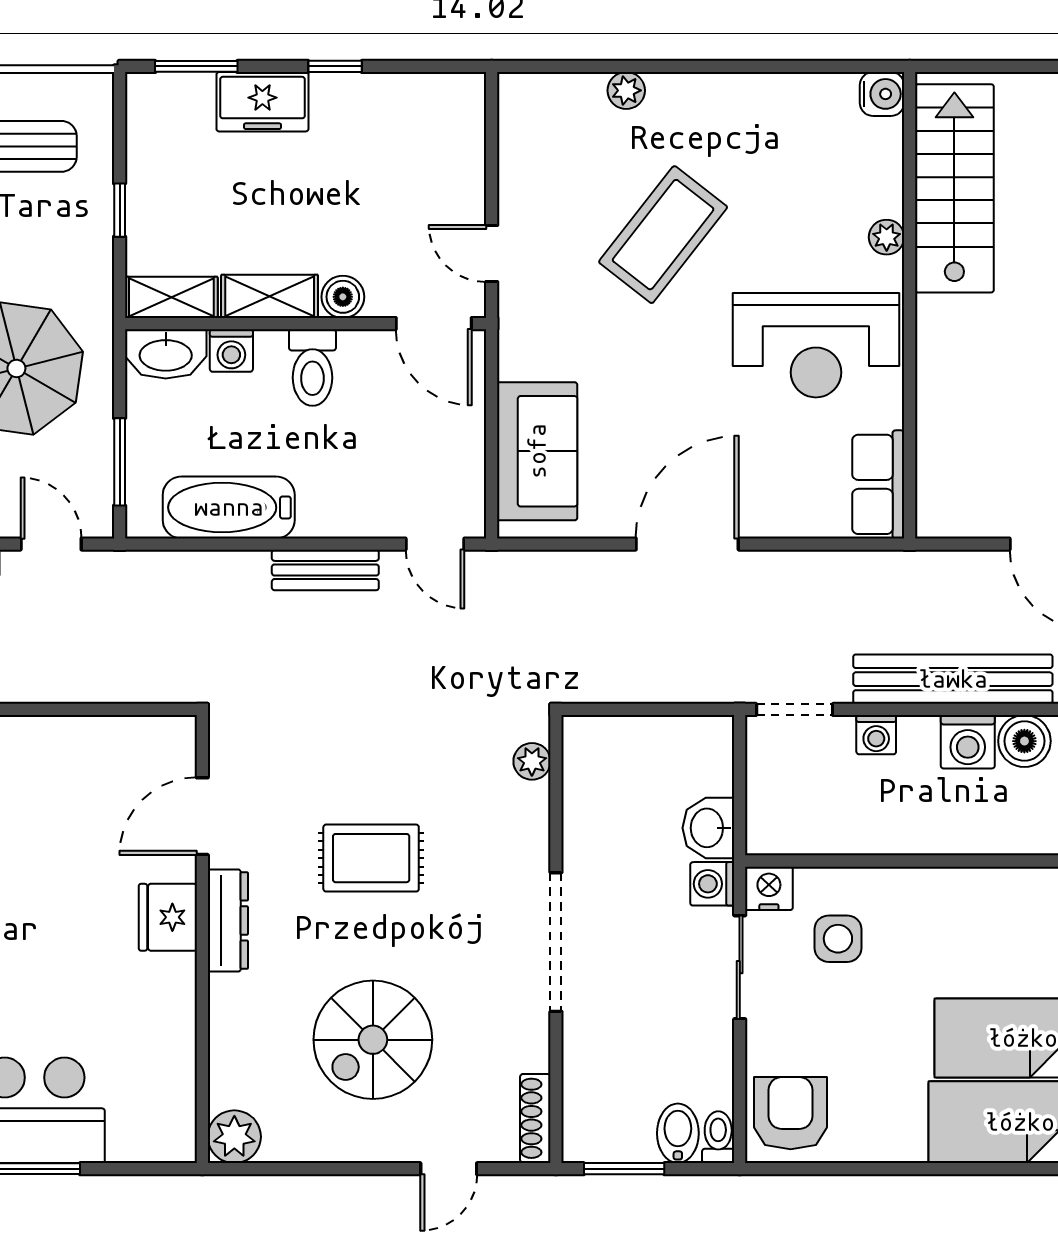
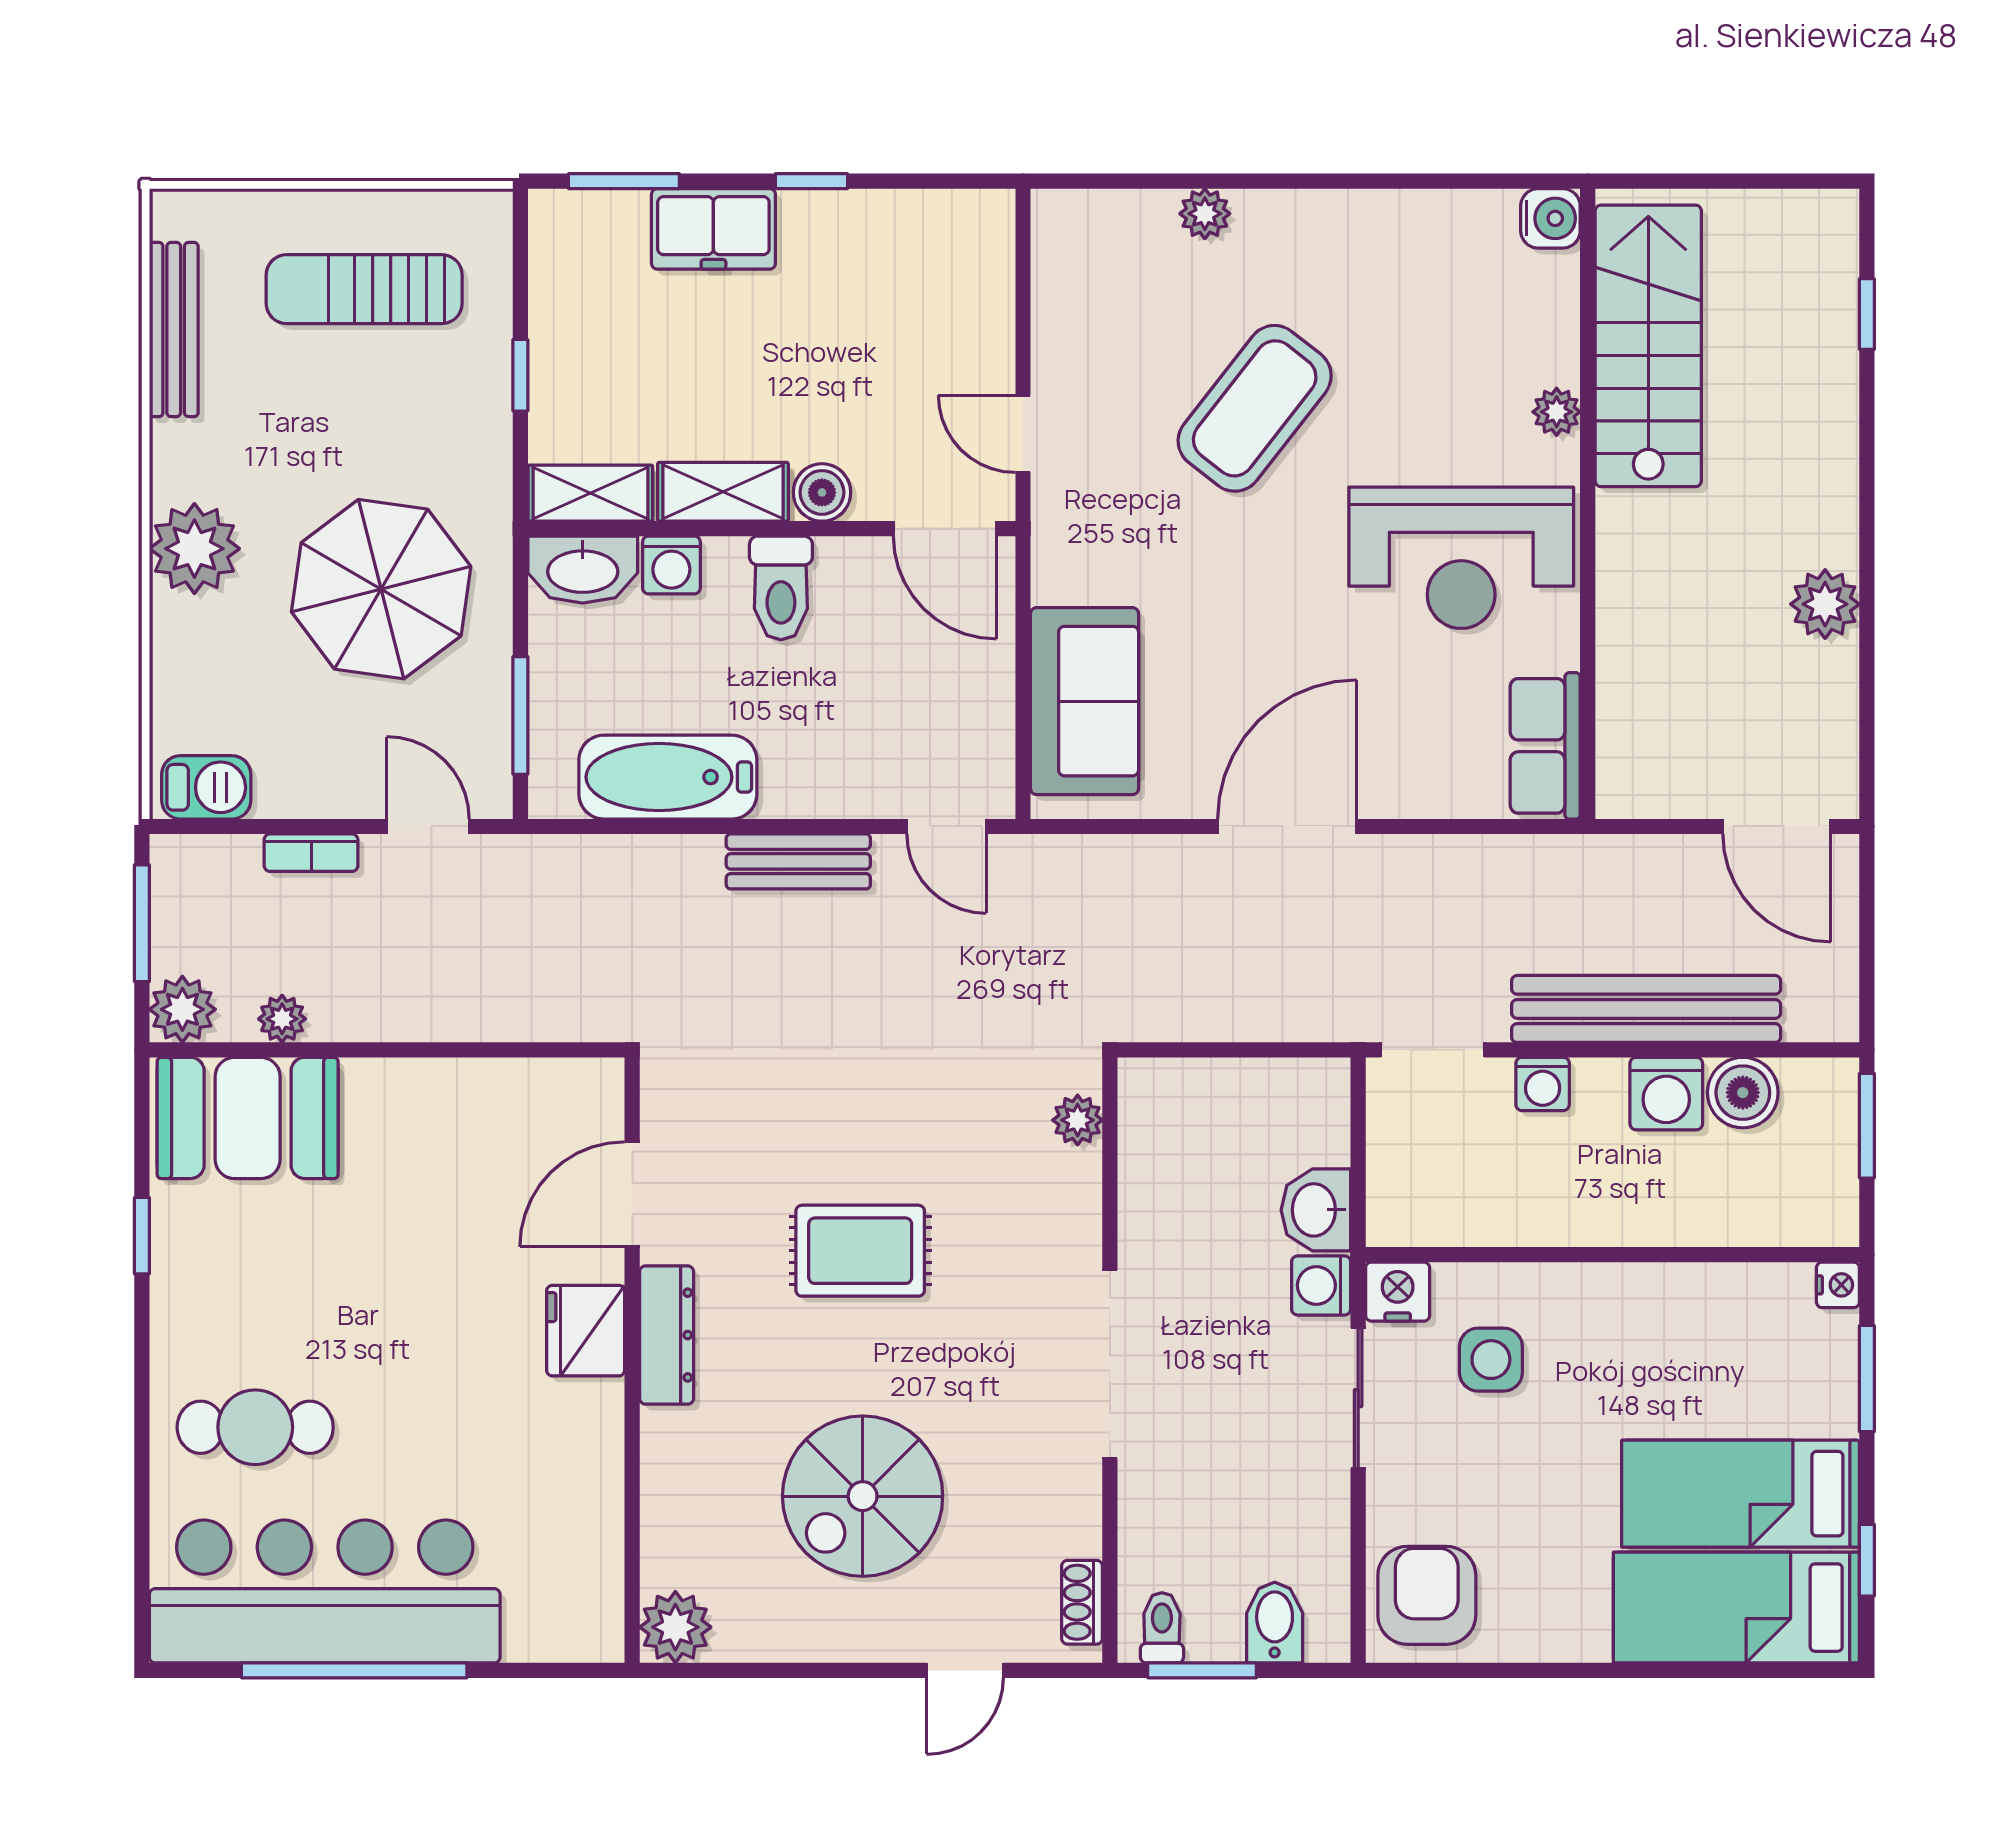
shoe rack: (535, 1118) -> (1082, 1602), width x0.70
toilet: (718, 1137) -> (1162, 1628), moved

